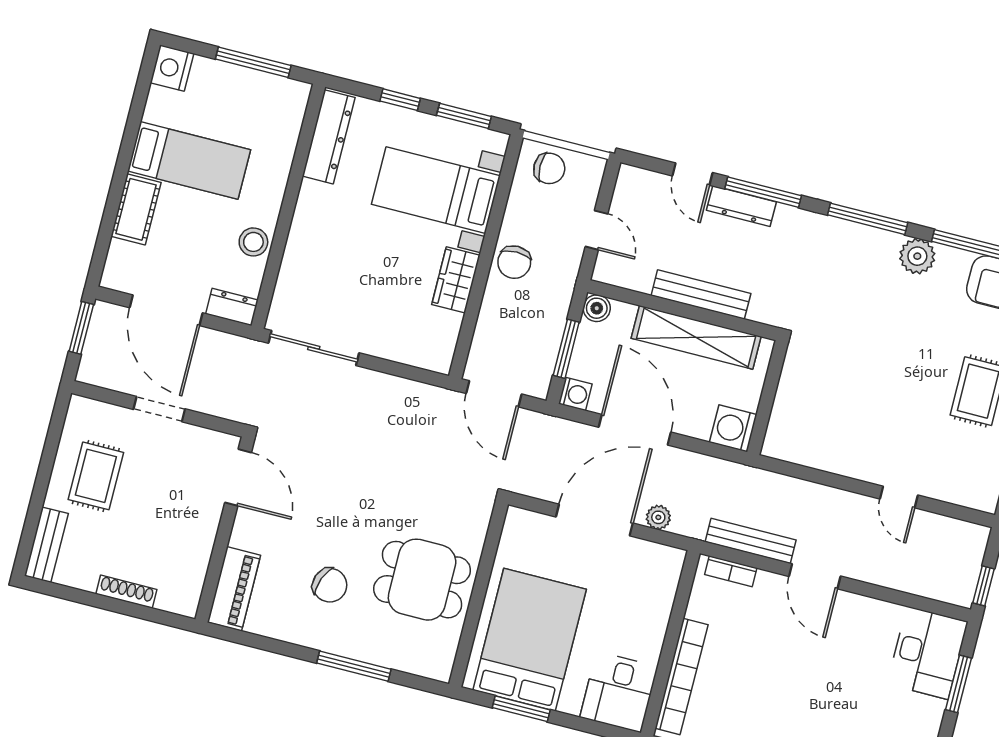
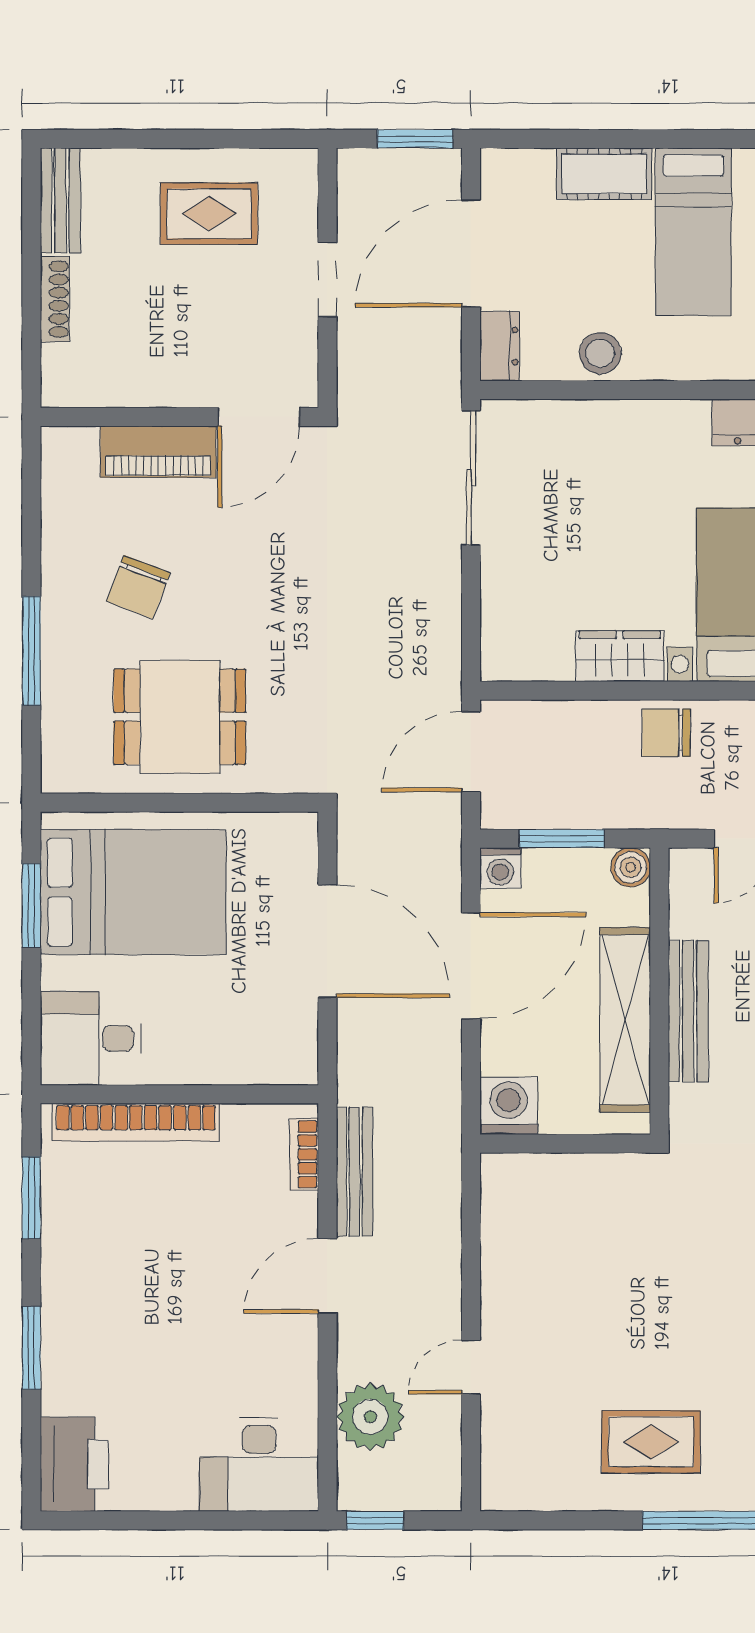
plant: (658, 517) -> (370, 1417), moved, width x1.88, depth x1.88
bench: (46, 545) -> (60, 200), moved, turned 90
dining table: (422, 580) -> (180, 717), turned 90
piano: (234, 589) -> (158, 452), moved
window: (959, 684) -> (226, 1520), removed

